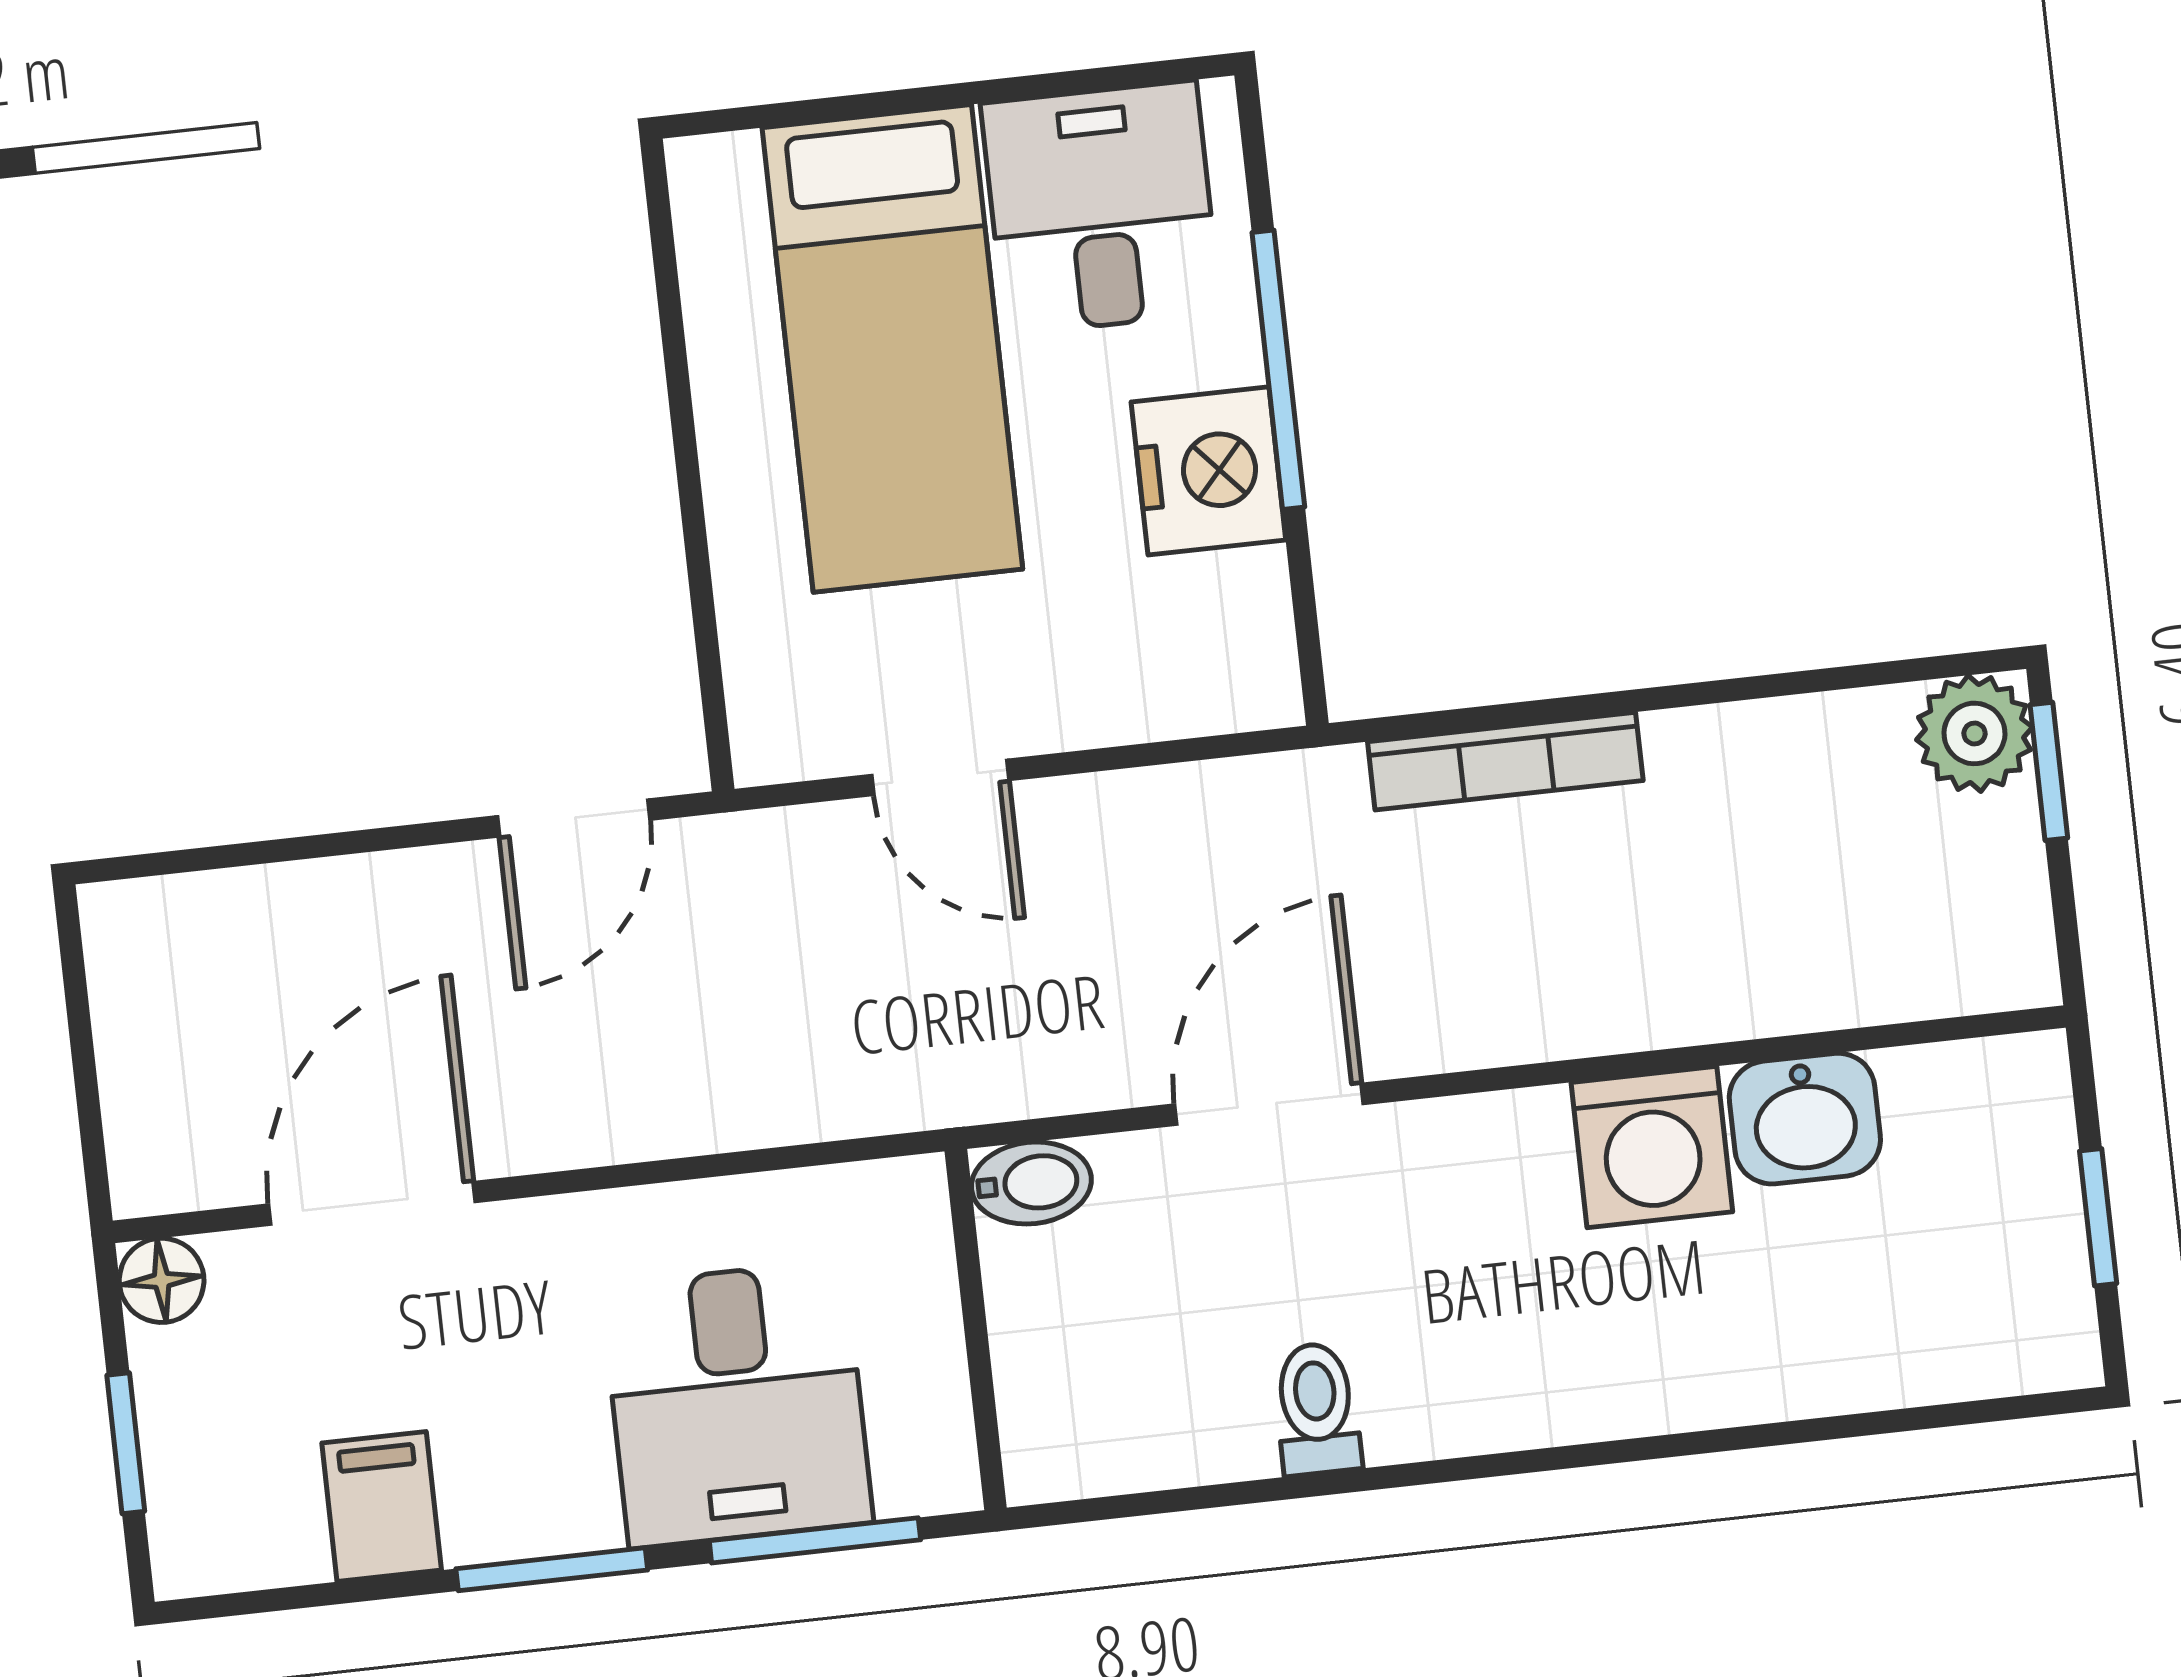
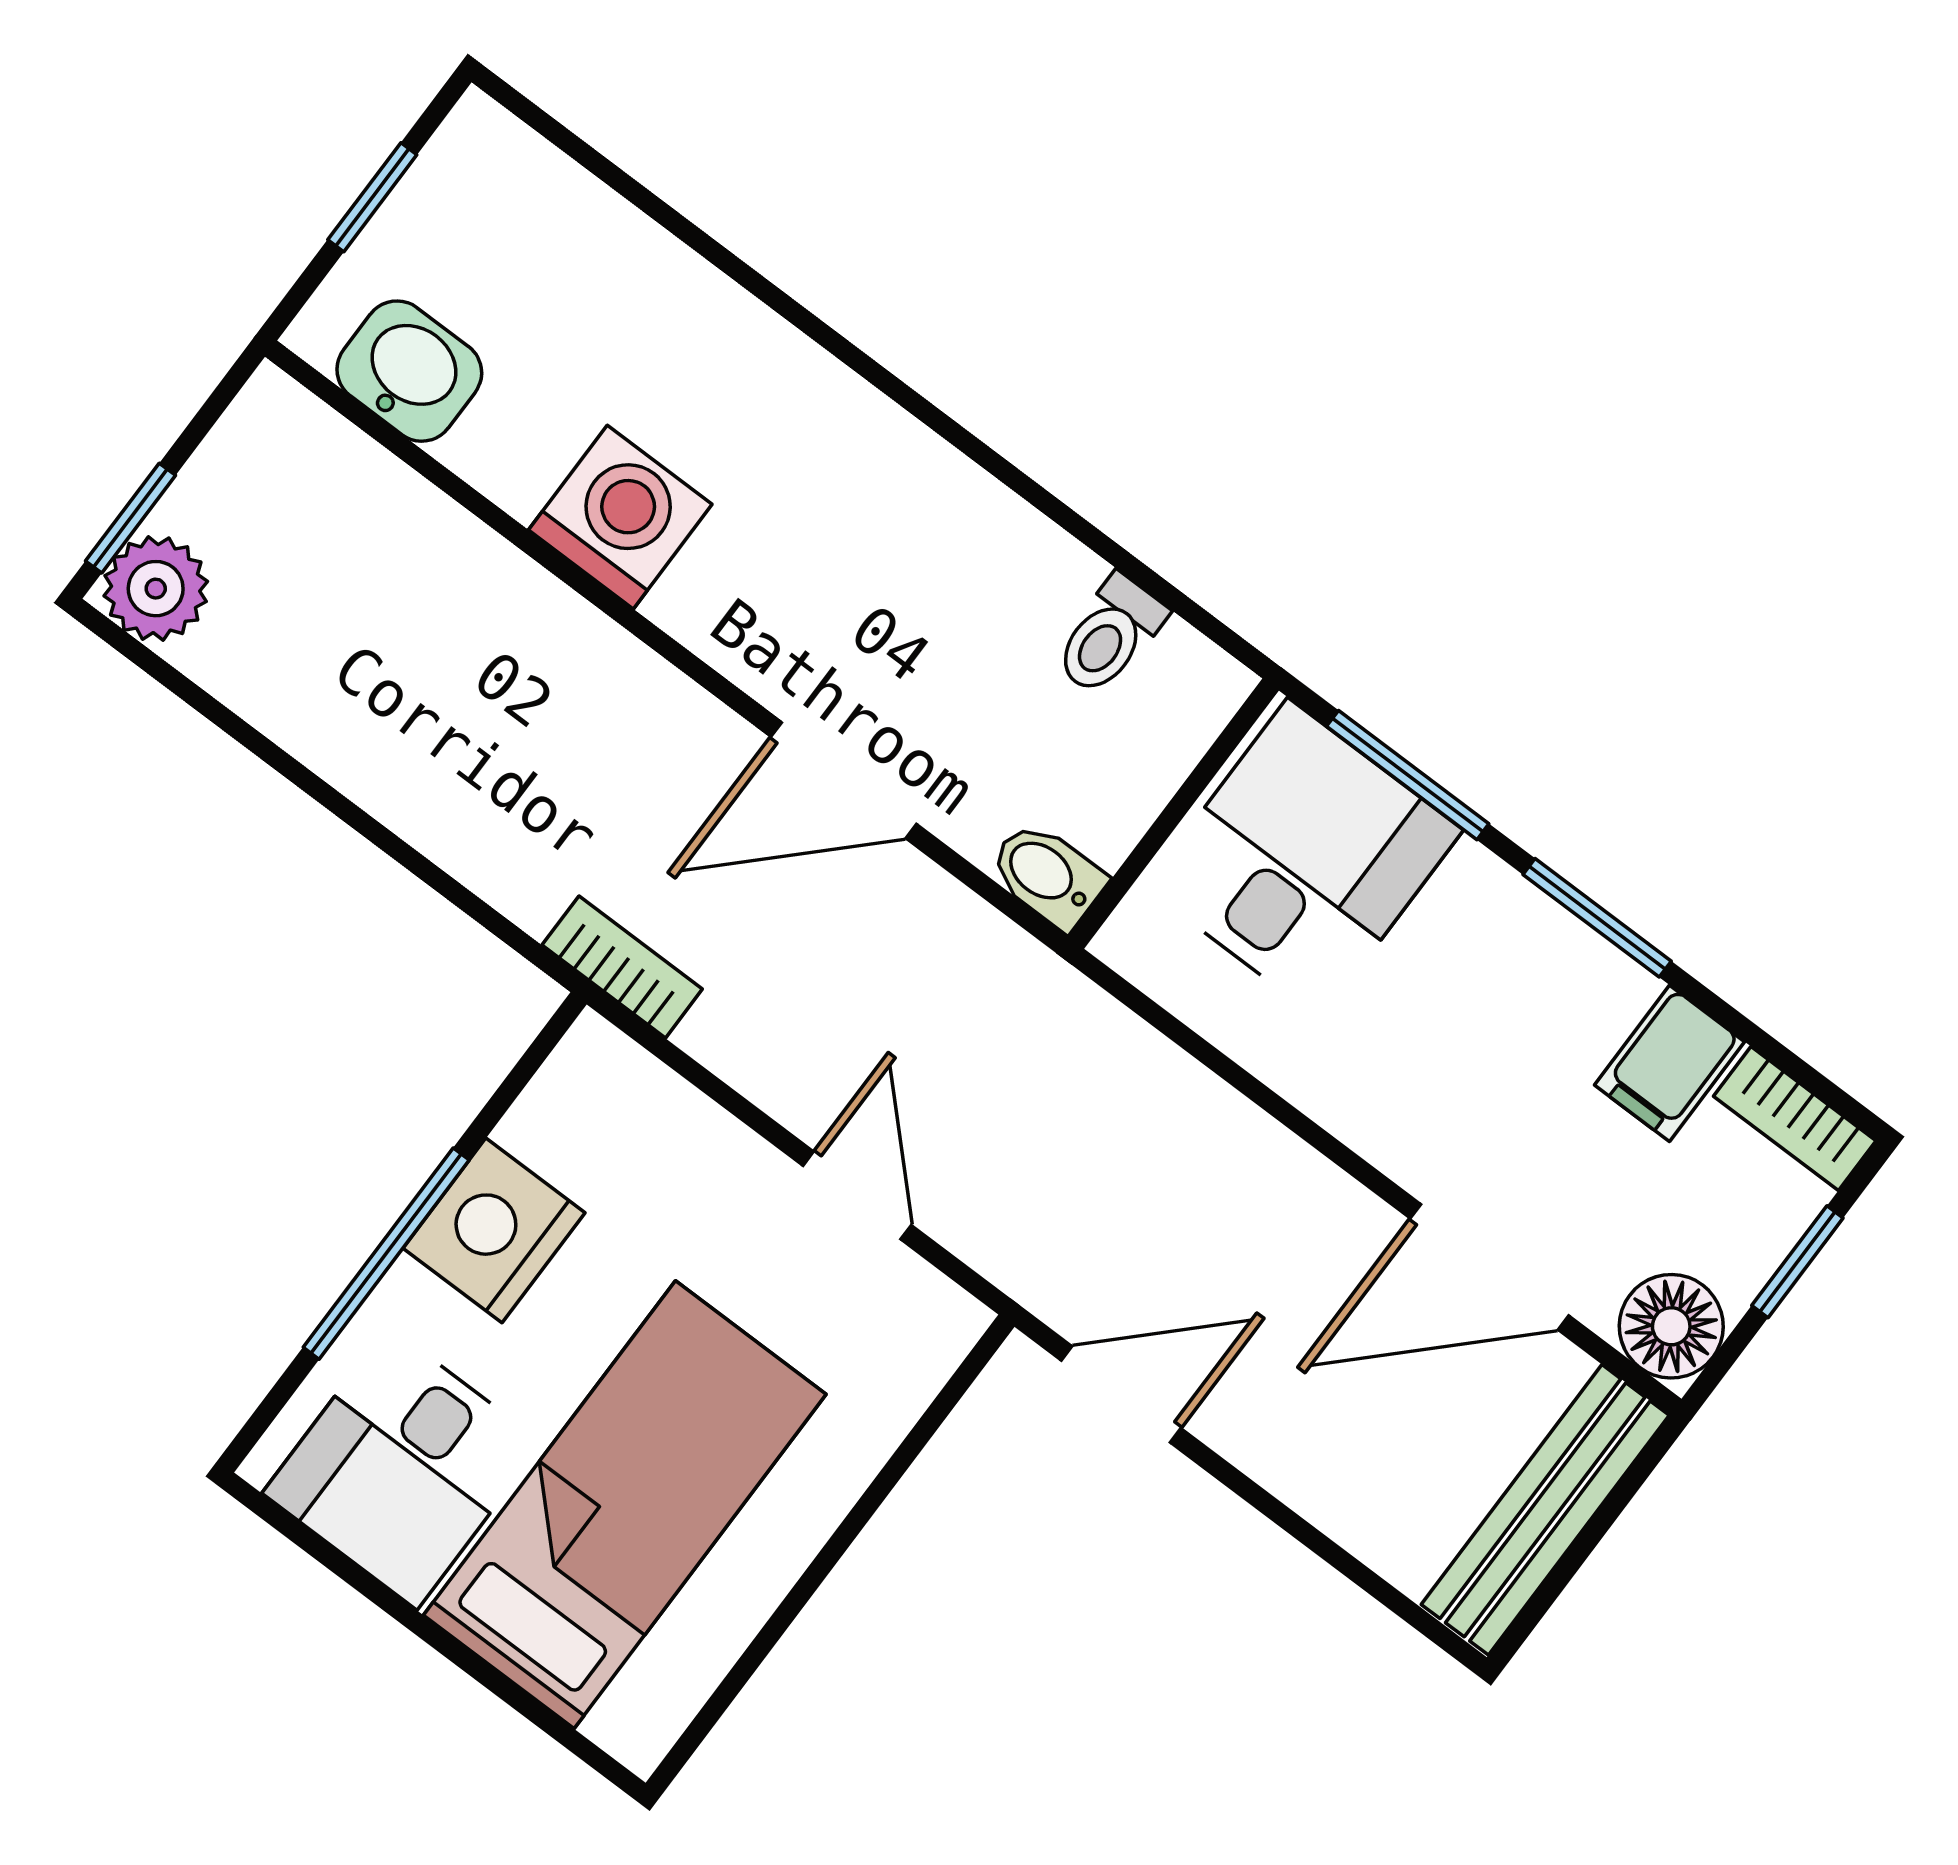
bookcase: (1505, 761) -> (622, 967), moved, width x0.64
bench: (141, 1049) -> (1545, 1510), added
washbasin: (1805, 1119) -> (409, 371), moved
floor lamp: (162, 1280) -> (1671, 1326), width x1.37, depth x1.37
desk: (737, 1404) -> (1304, 859), moved
toilet: (1317, 1409) -> (1110, 635), moved
bookcase: (238, 1558) -> (1795, 1119), added

